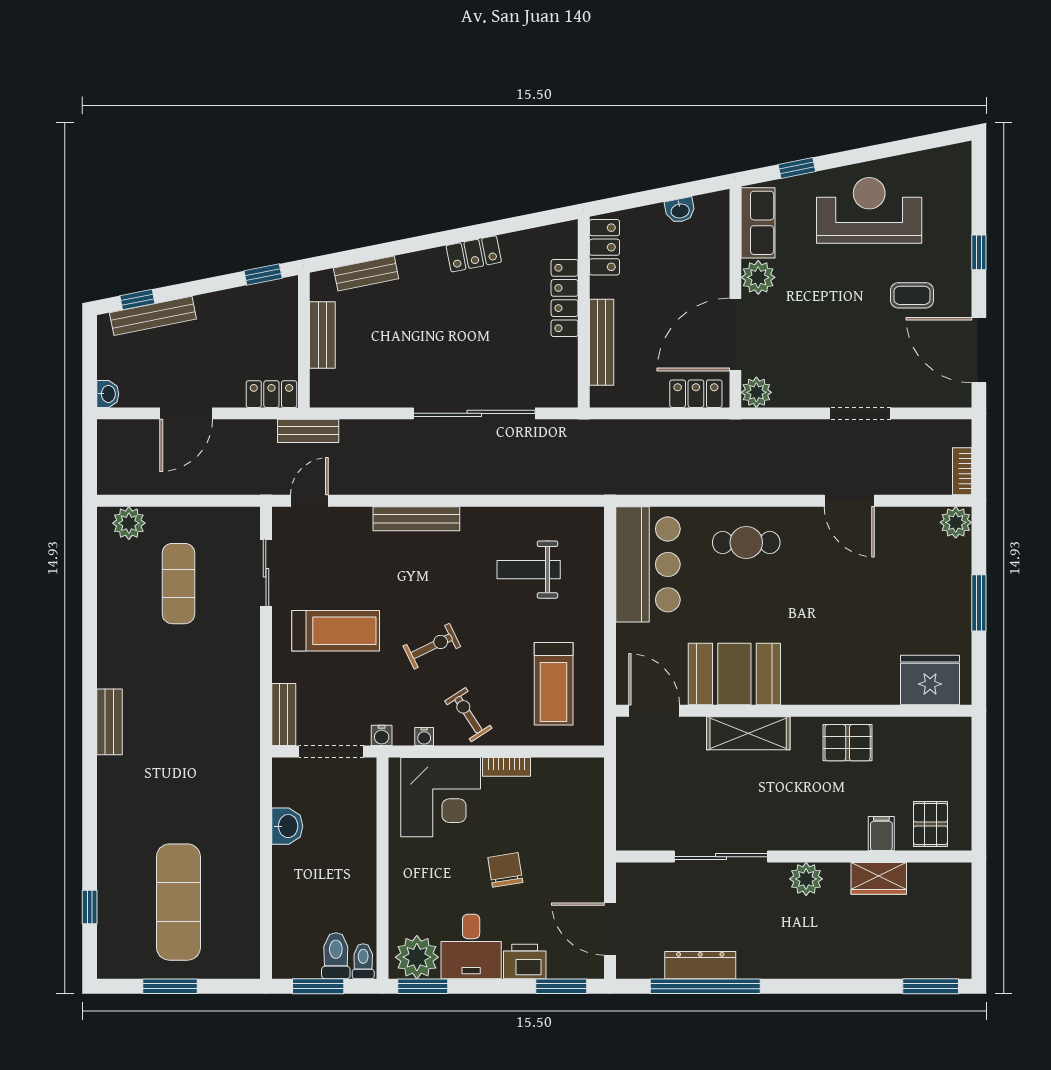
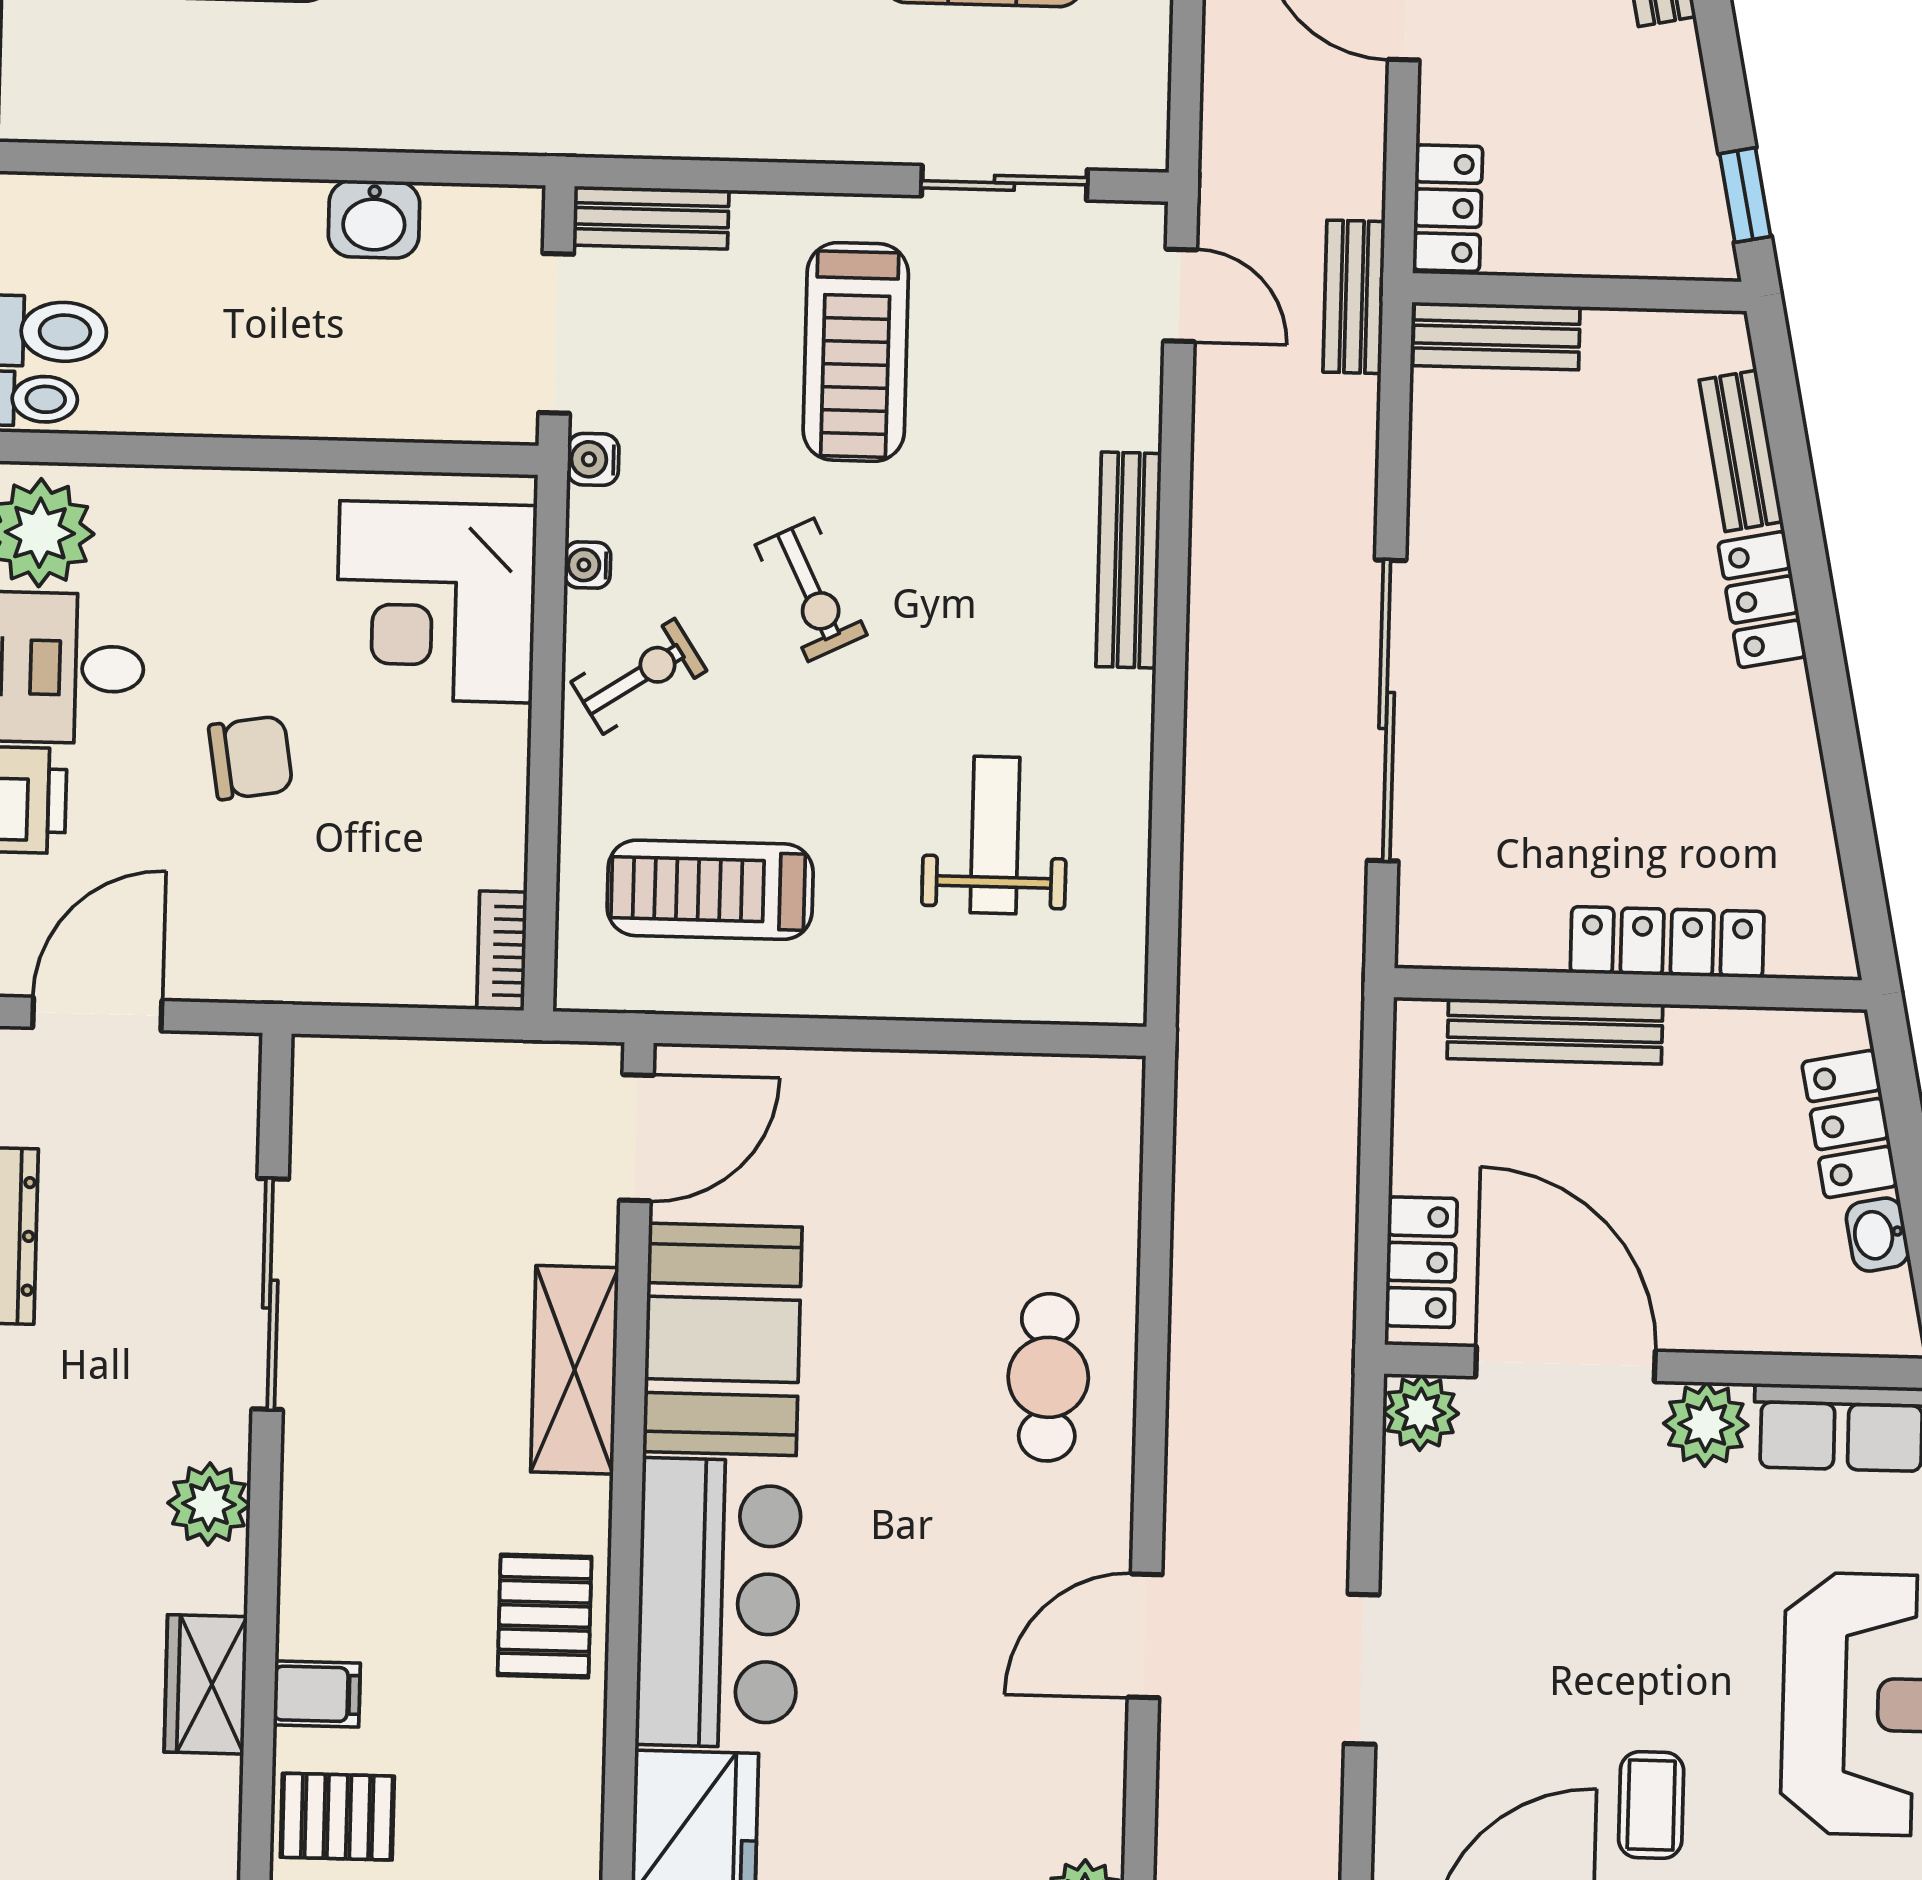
locker: (604, 247) -> (1850, 1124), moved, turned 79
locker: (474, 254) -> (1762, 600), moved
bench: (322, 335) -> (1496, 336), moved
bar counter: (648, 564) -> (719, 1603), moved, turned -90
bookcase: (506, 767) -> (502, 951), moved

